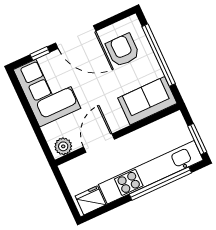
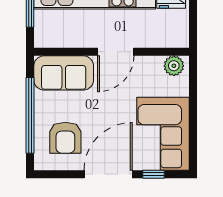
door: (76, 37) -> (108, 174), hinge flipped
door: (99, 143) -> (116, 52), moved

